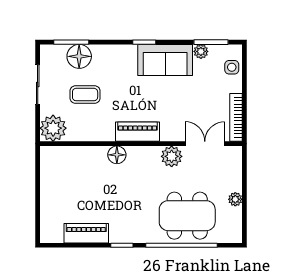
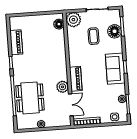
sofa: (165, 60) -> (115, 69), moved
piano: (138, 132) -> (76, 79), moved
floor lamp: (117, 155) -> (59, 24), moved

